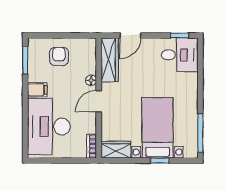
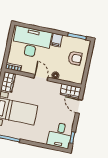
wardrobe: (110, 60) -> (71, 91), width x0.67

